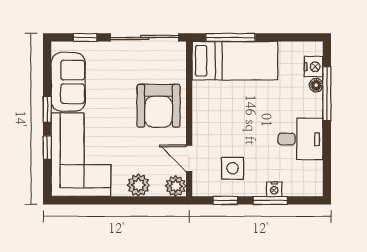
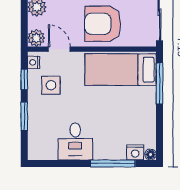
bed: (235, 61) -> (121, 70), moved, turned 90
floor lamp: (316, 85) -> (151, 155), moved
door: (189, 158) -> (59, 49), hinge flipped
nightstand: (274, 189) -> (34, 62), moved

